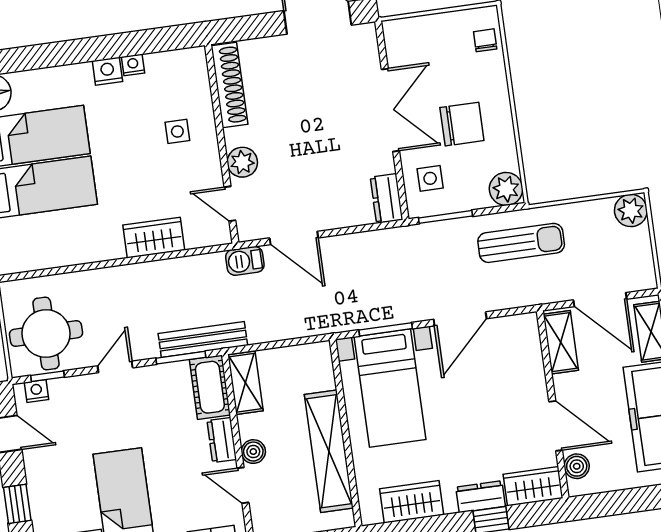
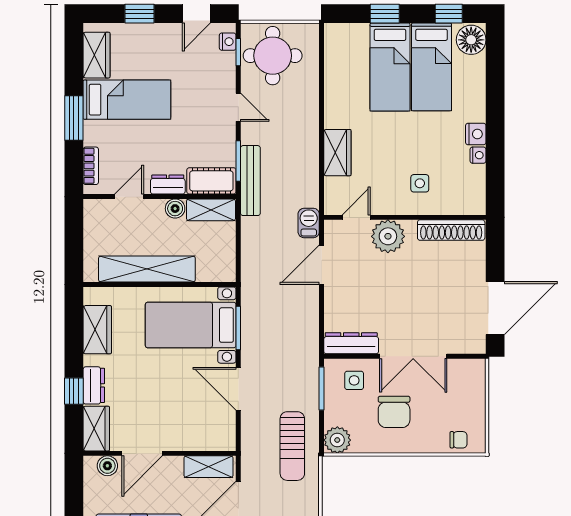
plant: (242, 162) -> (388, 236), width x1.36, depth x1.36
dresser: (386, 199) -> (351, 343), width x1.44
boiler: (253, 452) -> (175, 209), moved

